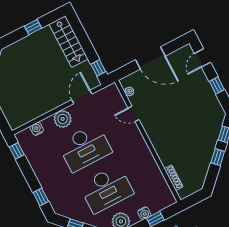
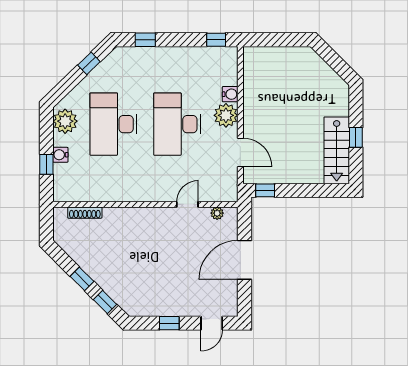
stairs: (69, 42) -> (337, 150), moved, turned -90
door: (203, 58) -> (212, 323), swing flipped
water cooler: (37, 129) -> (230, 94), moved

